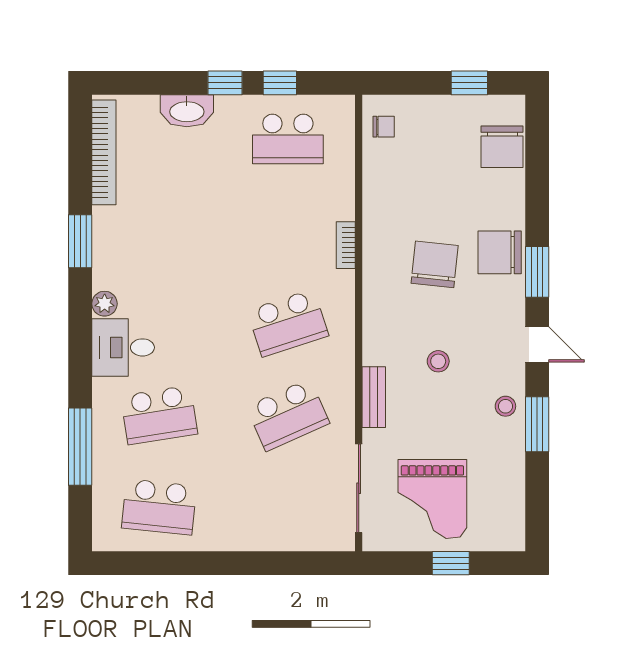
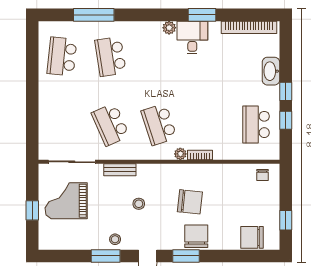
plant: (344, 282) -> (180, 154), added
desk: (123, 347) -> (192, 38), moved

